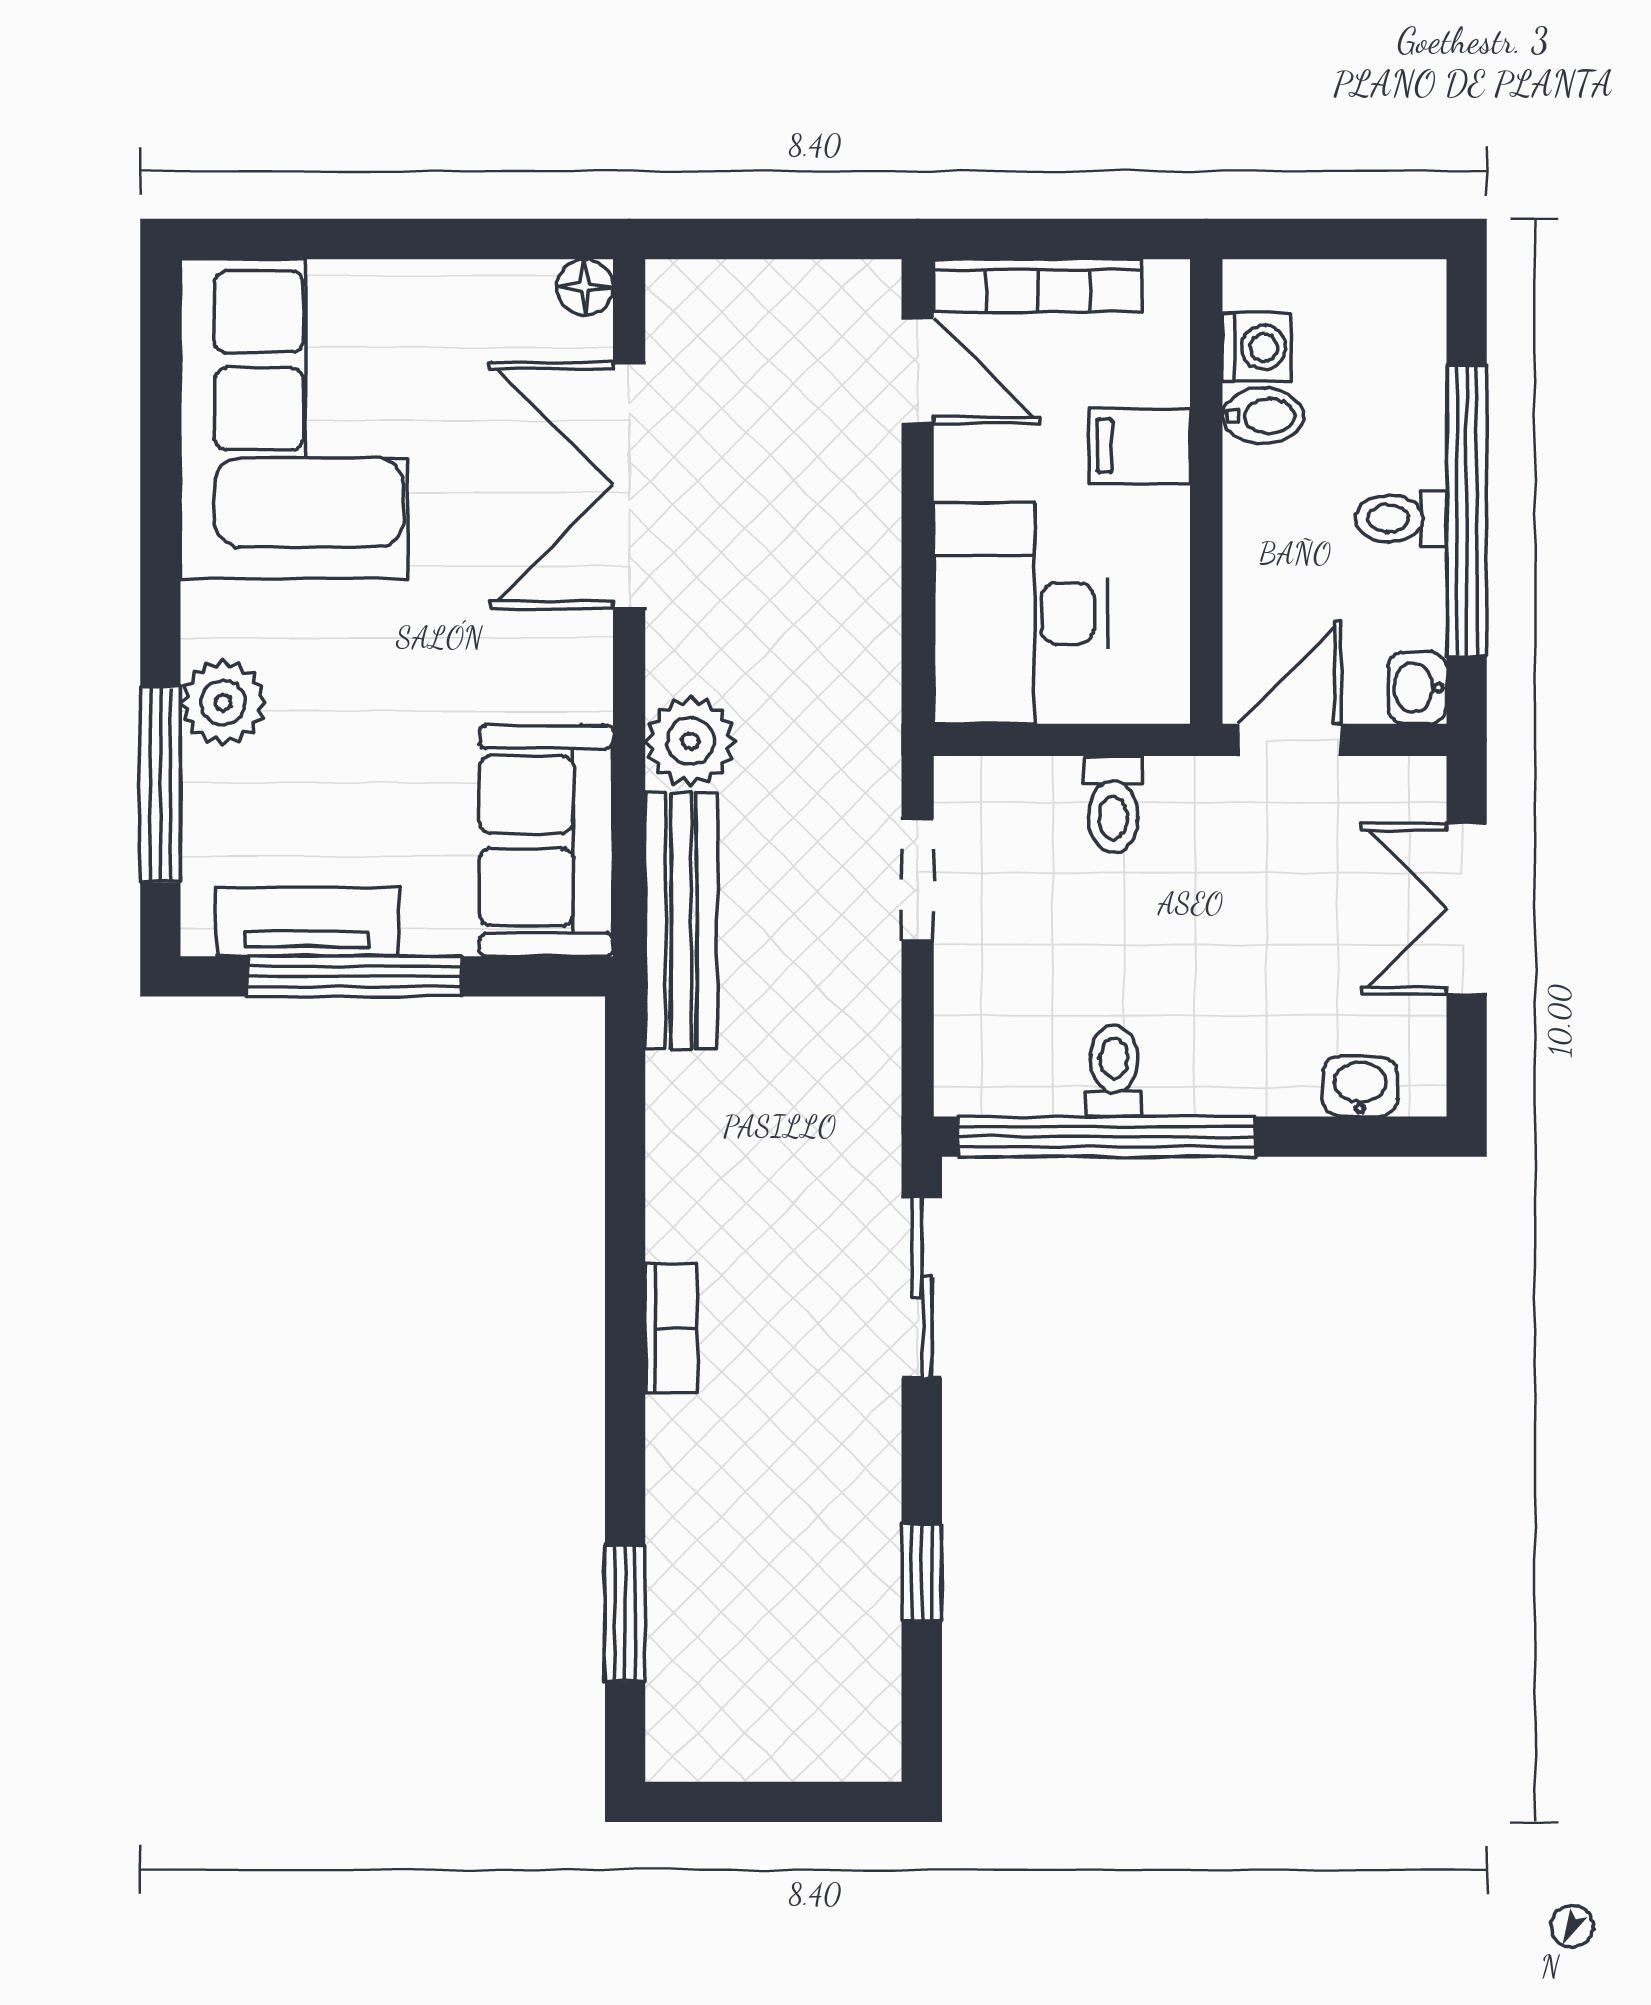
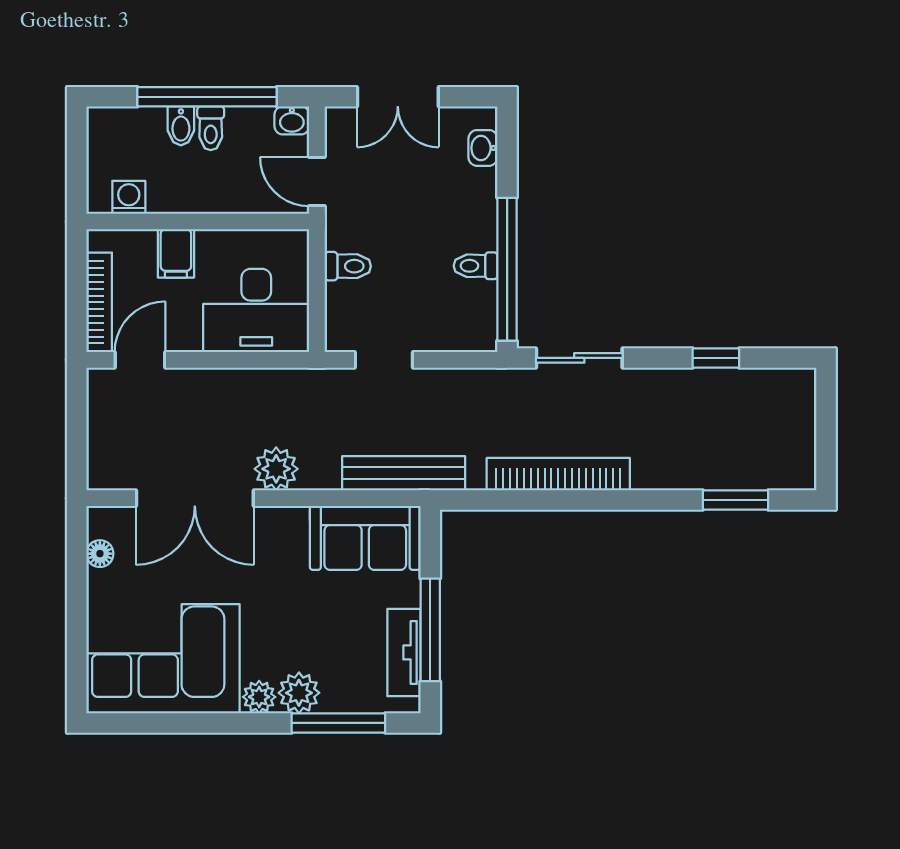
floor lamp: (585, 287) -> (100, 554), moved
bidet: (1263, 416) -> (181, 126), moved, turned 180
plant: (214, 619) -> (259, 697), added
plant: (690, 741) -> (276, 469), moved
bookcase: (671, 1328) -> (558, 474), width x2.31, depth x1.31

